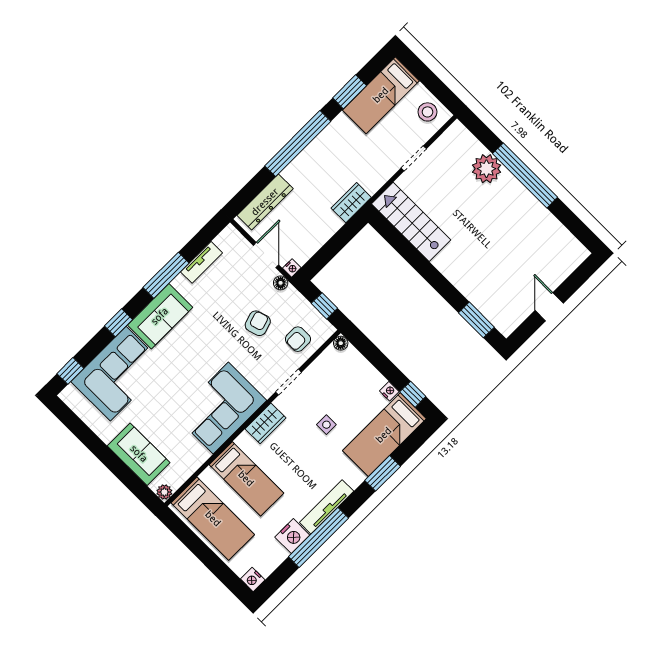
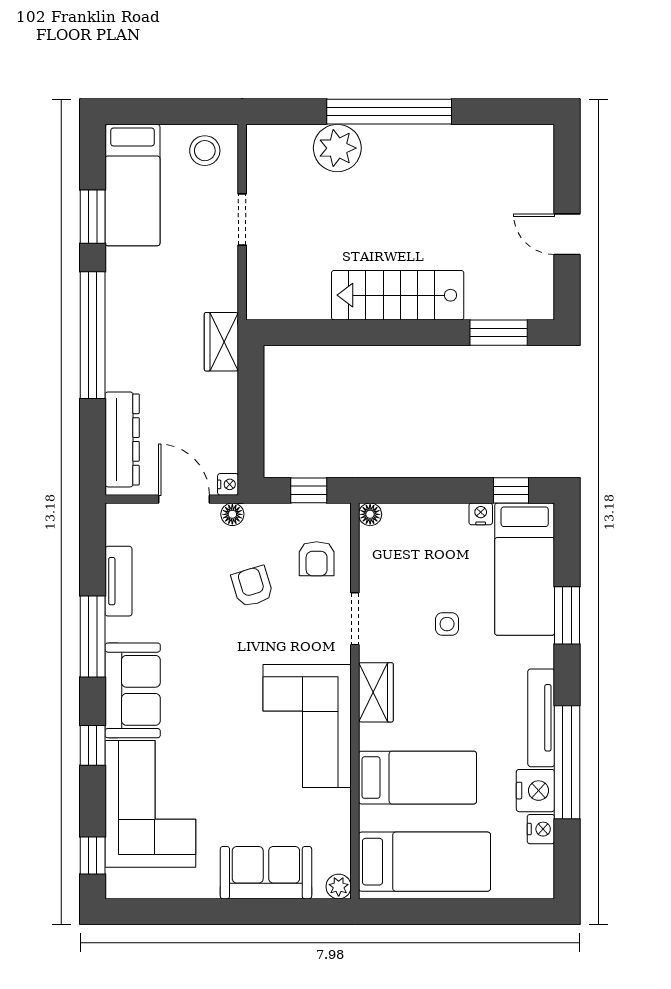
stairs: (411, 222) -> (398, 295), moved
nightstand: (253, 579) -> (541, 829), moved, turned -90

